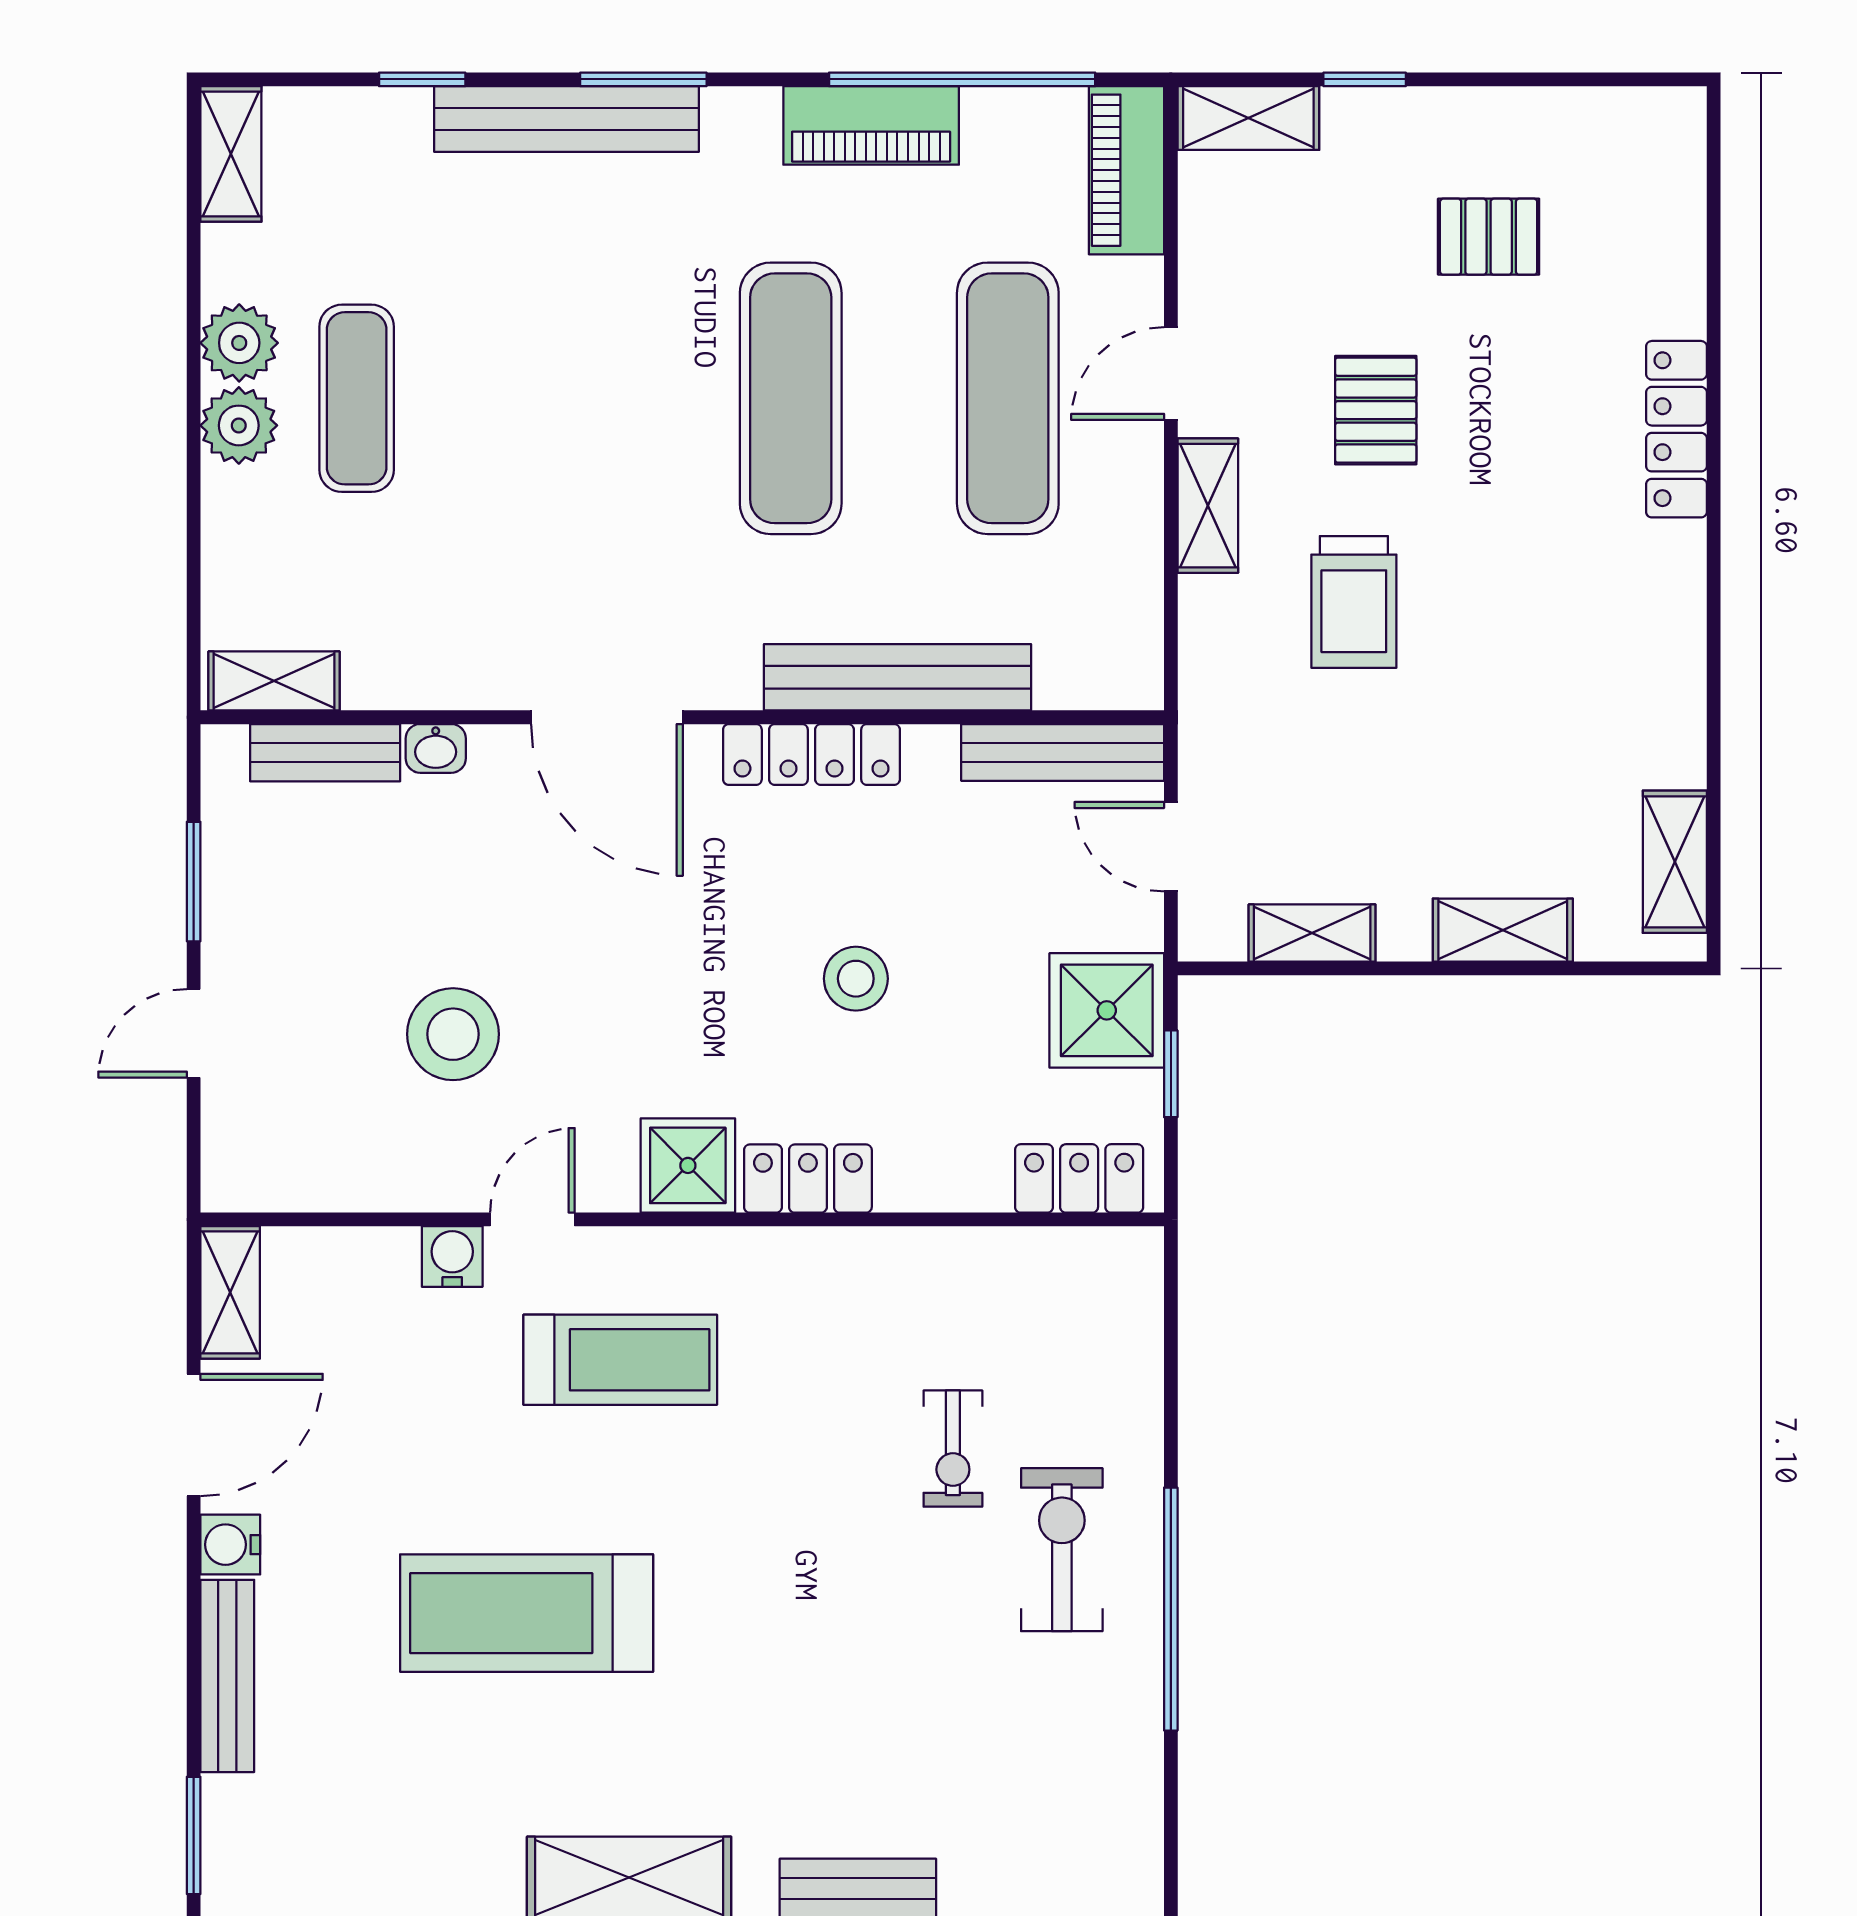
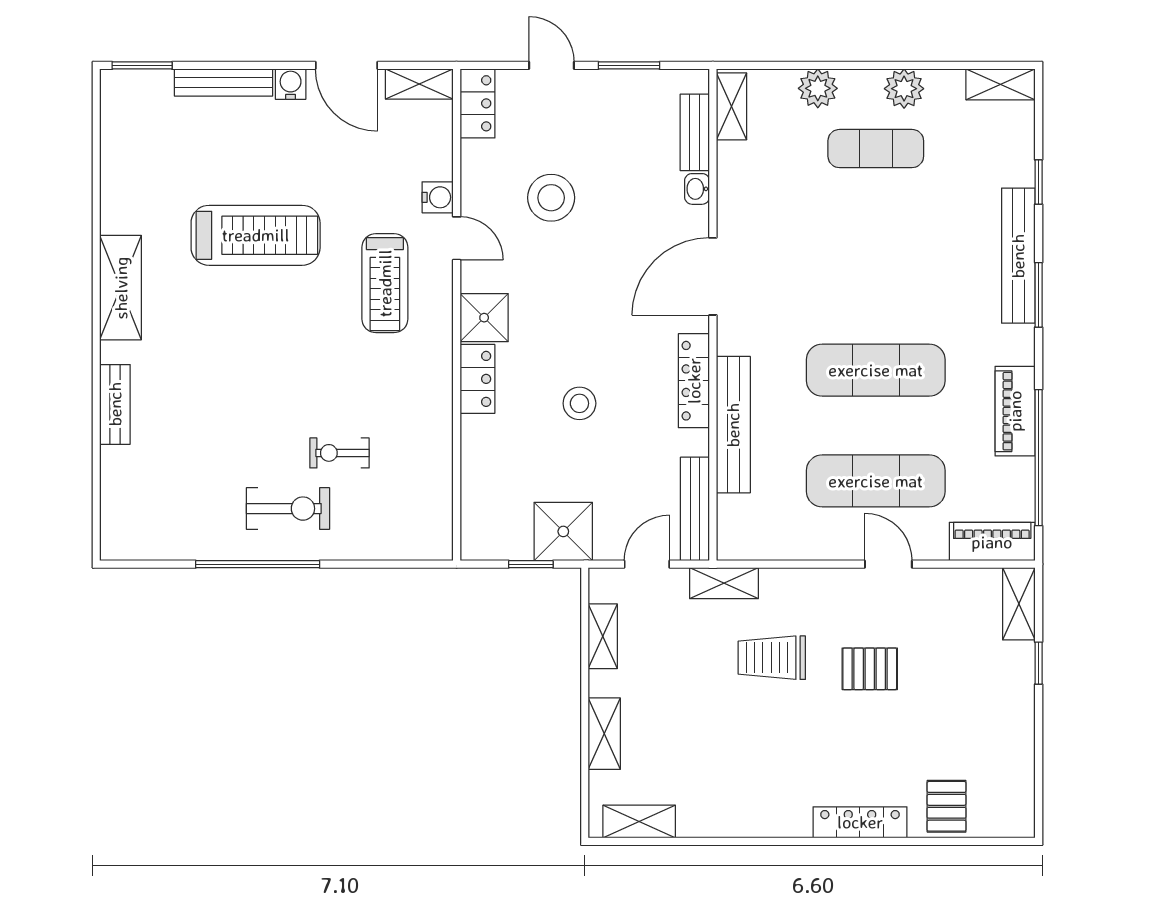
pallet: (1489, 237) -> (947, 806), moved
plant: (239, 425) -> (818, 88), moved
shelving: (1208, 506) -> (724, 583), moved
locker: (1079, 1178) -> (477, 103), moved
treadmill: (527, 1613) -> (256, 235), turned 90

